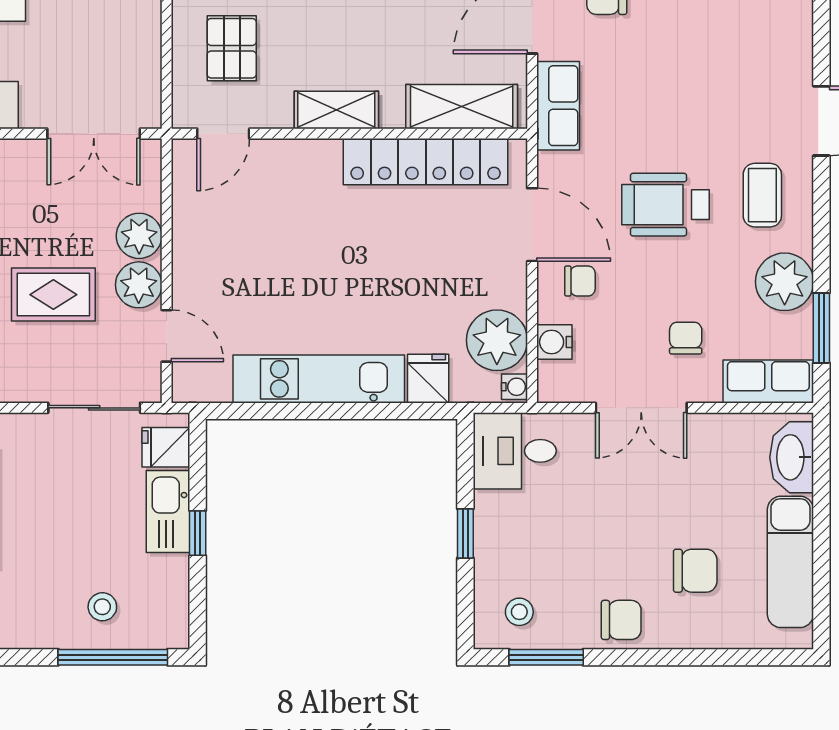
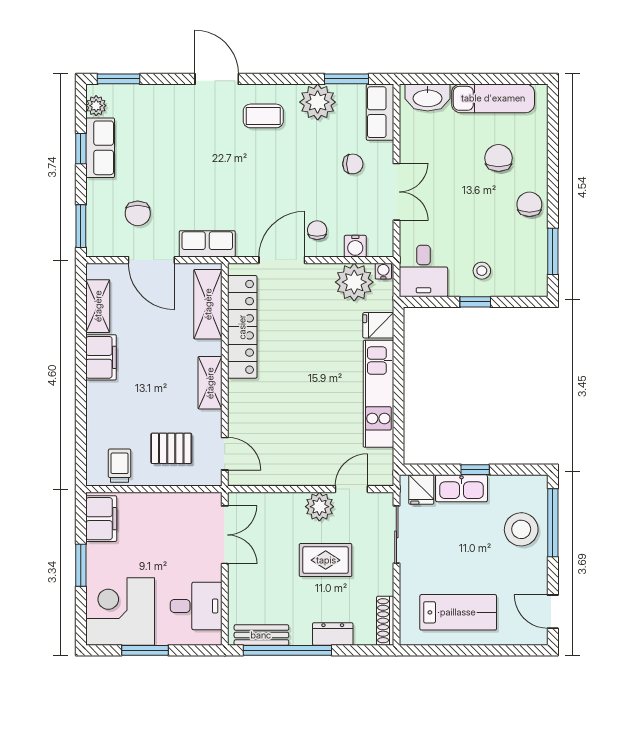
wheelchair: (665, 205) -> (269, 177), removed
plant: (139, 236) -> (289, 506), removed
rug: (53, 295) -> (326, 560), turned 90
chair: (686, 338) -> (353, 164), turned 180
stool: (102, 607) -> (521, 529), width x1.89, depth x1.89
stool: (519, 612) -> (482, 271), moved

